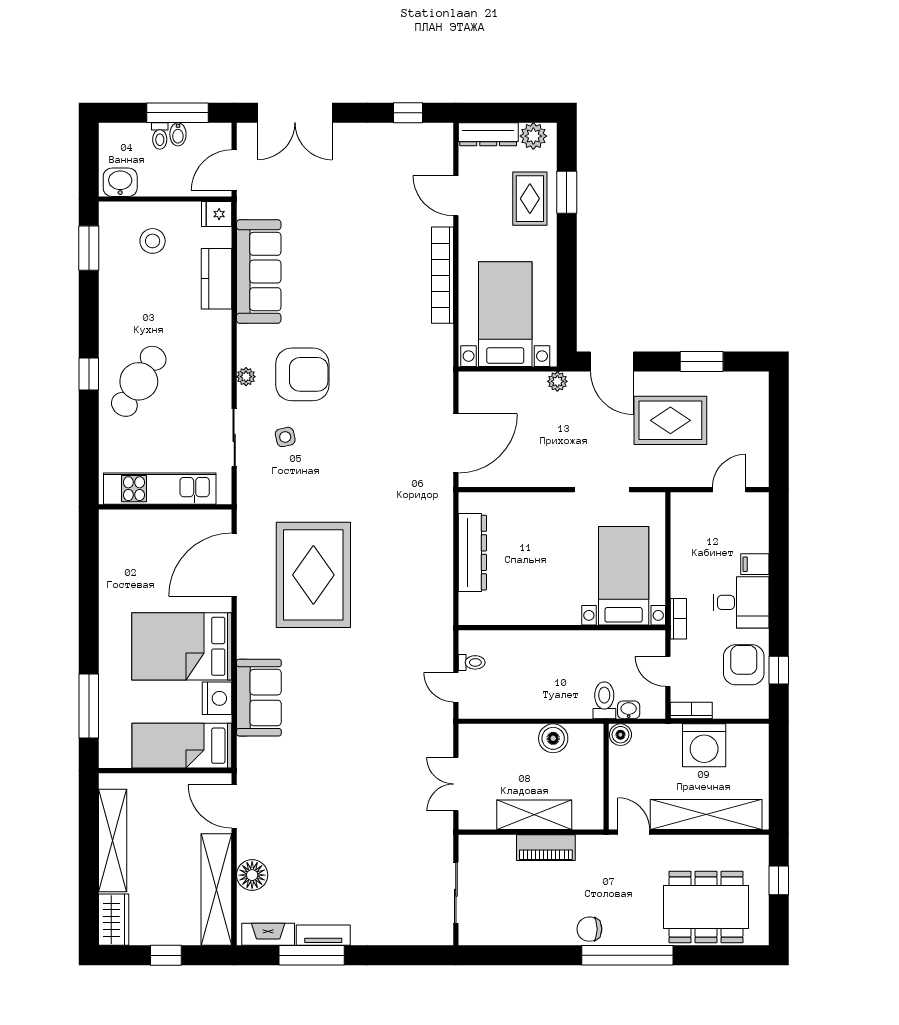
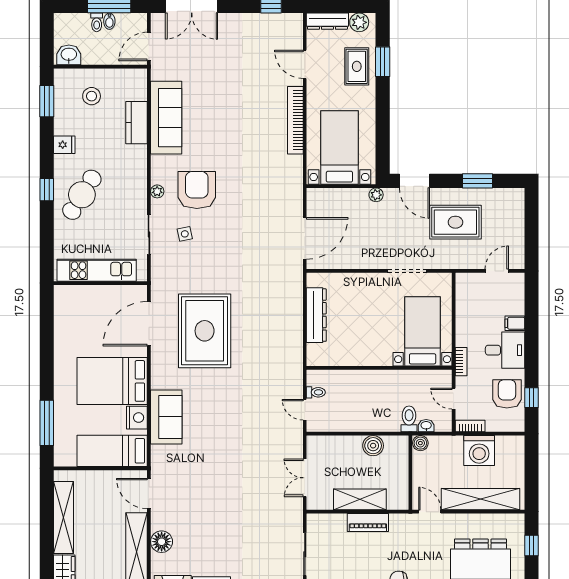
fridge: (217, 214) -> (64, 145), moved, turned 180
armchair: (302, 374) -> (197, 190), turned -90

